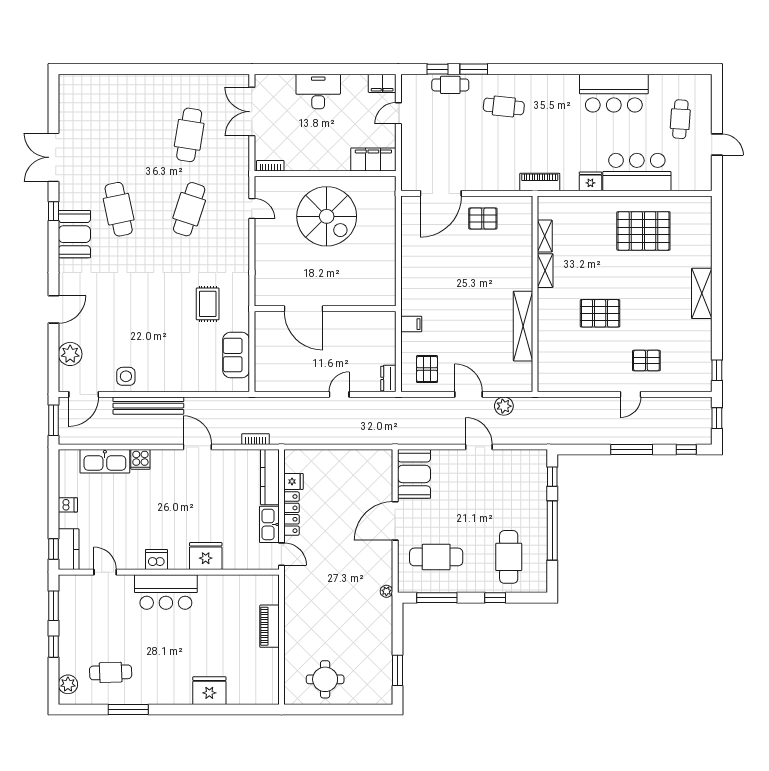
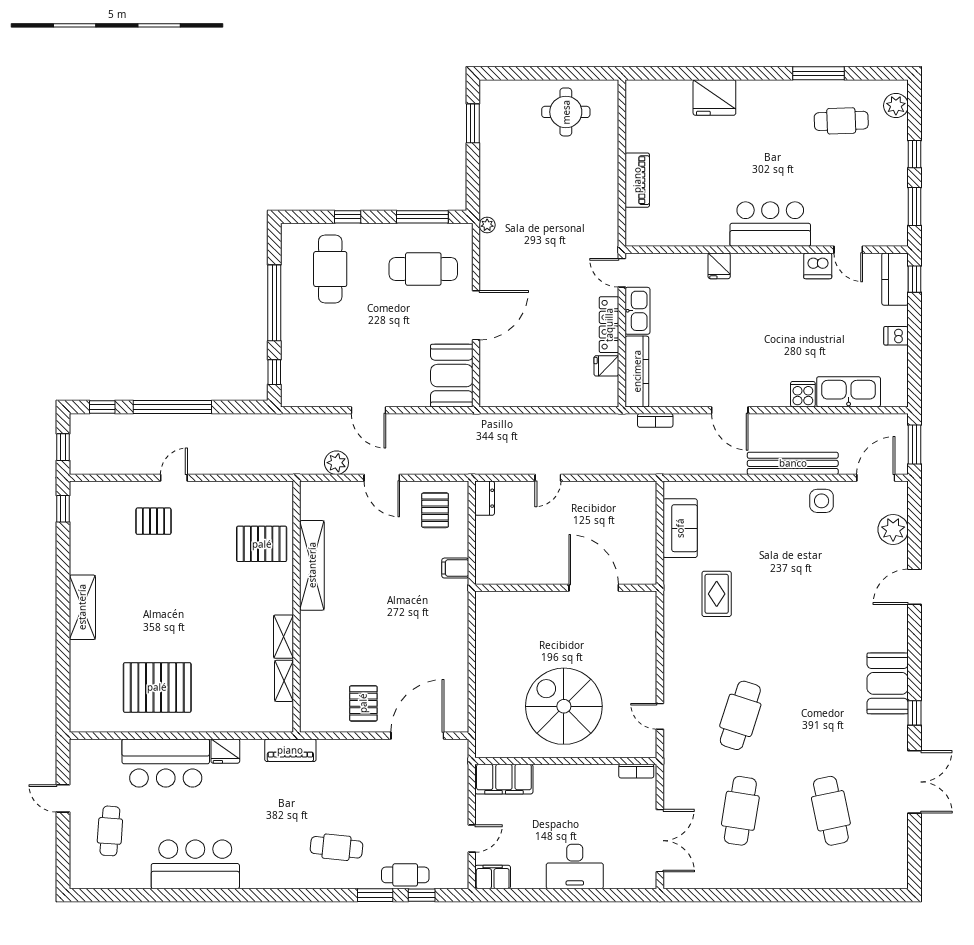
cafe table: (119, 209) -> (831, 811), moved
pallet: (483, 219) -> (363, 703), turned 90
pallet: (600, 313) -> (262, 544), moved
window: (632, 449) -> (172, 407), width x1.46
fridge: (206, 556) -> (719, 266), width x0.53, depth x0.75
dishwasher: (156, 559) -> (818, 266), moved

